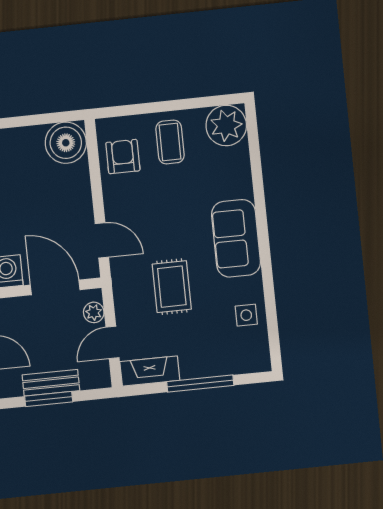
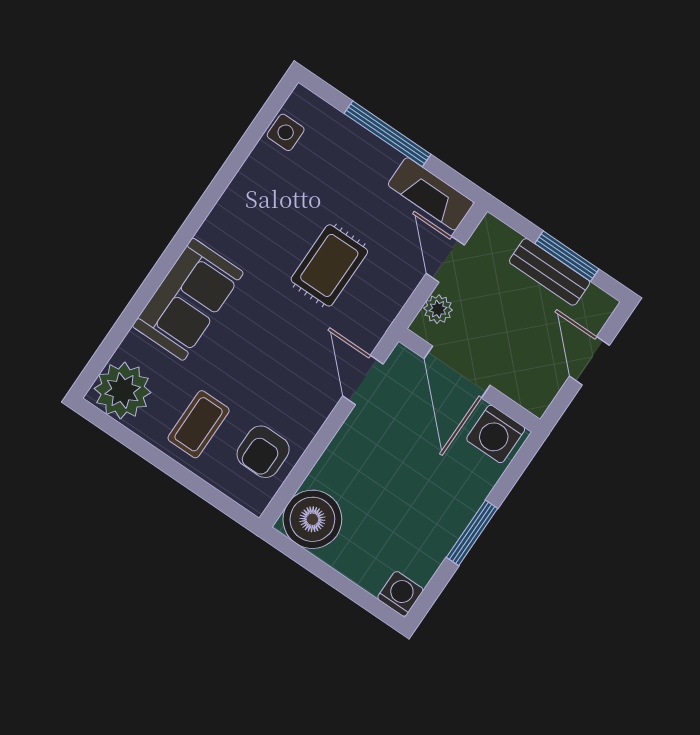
sofa: (236, 238) -> (188, 299), moved
side table: (246, 315) -> (286, 132), moved
door: (112, 342) -> (445, 259), swing flipped

